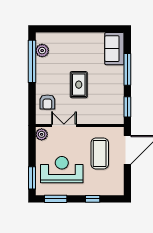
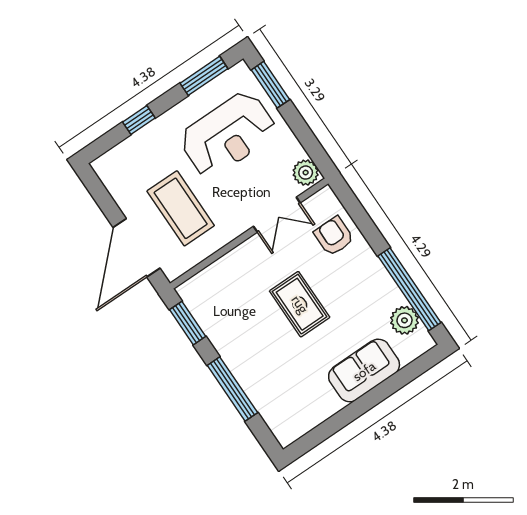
sofa: (114, 49) -> (364, 371), moved, turned -90

